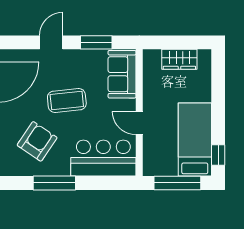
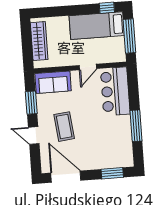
wardrobe: (179, 59) -> (39, 41), width x1.50
coffee table: (67, 101) -> (64, 127), moved
armchair: (37, 141) -> (107, 141), removed

